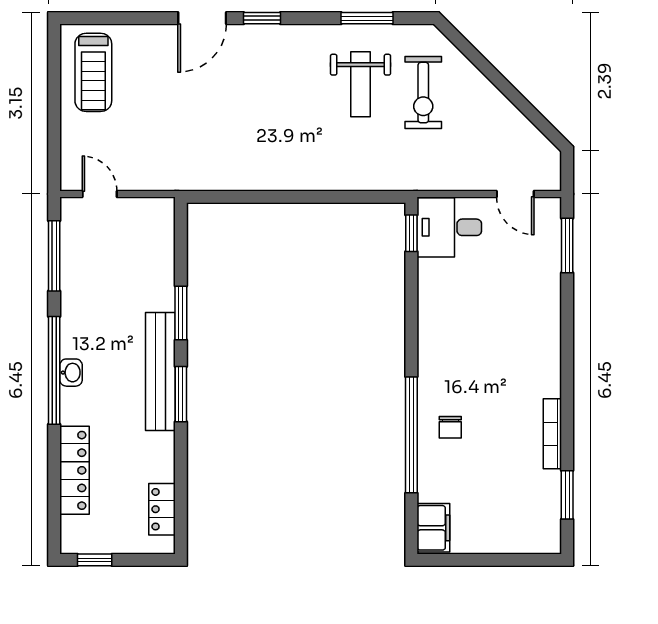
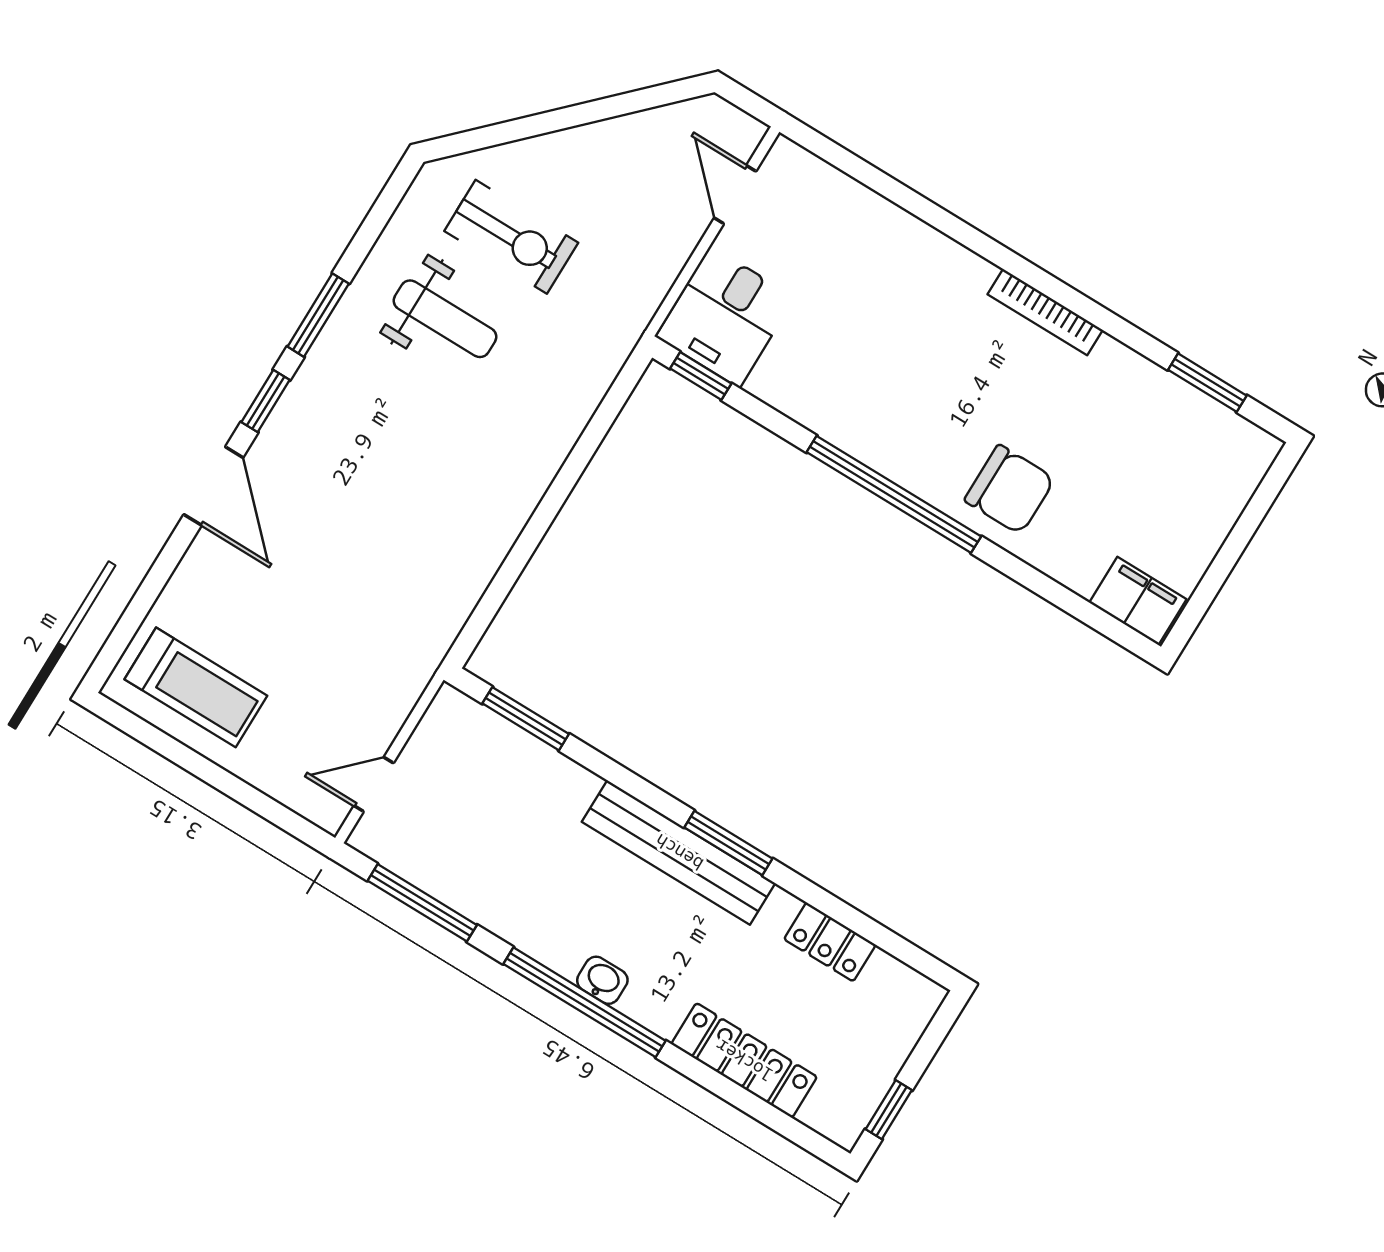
window: (367, 18) -> (318, 315), moved
door: (515, 194) -> (735, 195), swing flipped
window: (567, 246) -> (853, 166), removed
window: (181, 313) -> (526, 719), moved
chair: (450, 427) -> (1010, 490), width x1.87, depth x1.87
bookcase: (552, 434) -> (1045, 312), moved
window: (411, 435) -> (894, 494), moved
locker: (162, 509) -> (830, 942), moved

